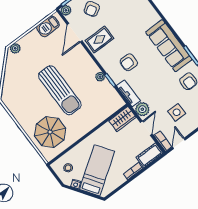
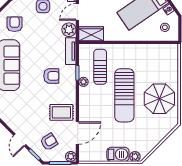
barbecue: (48, 26) -> (118, 154), moved
sun lounger: (60, 90) -> (124, 95), turned 180
sun lounger: (96, 98) -> (100, 67), added
parasol: (50, 132) -> (159, 99), moved

